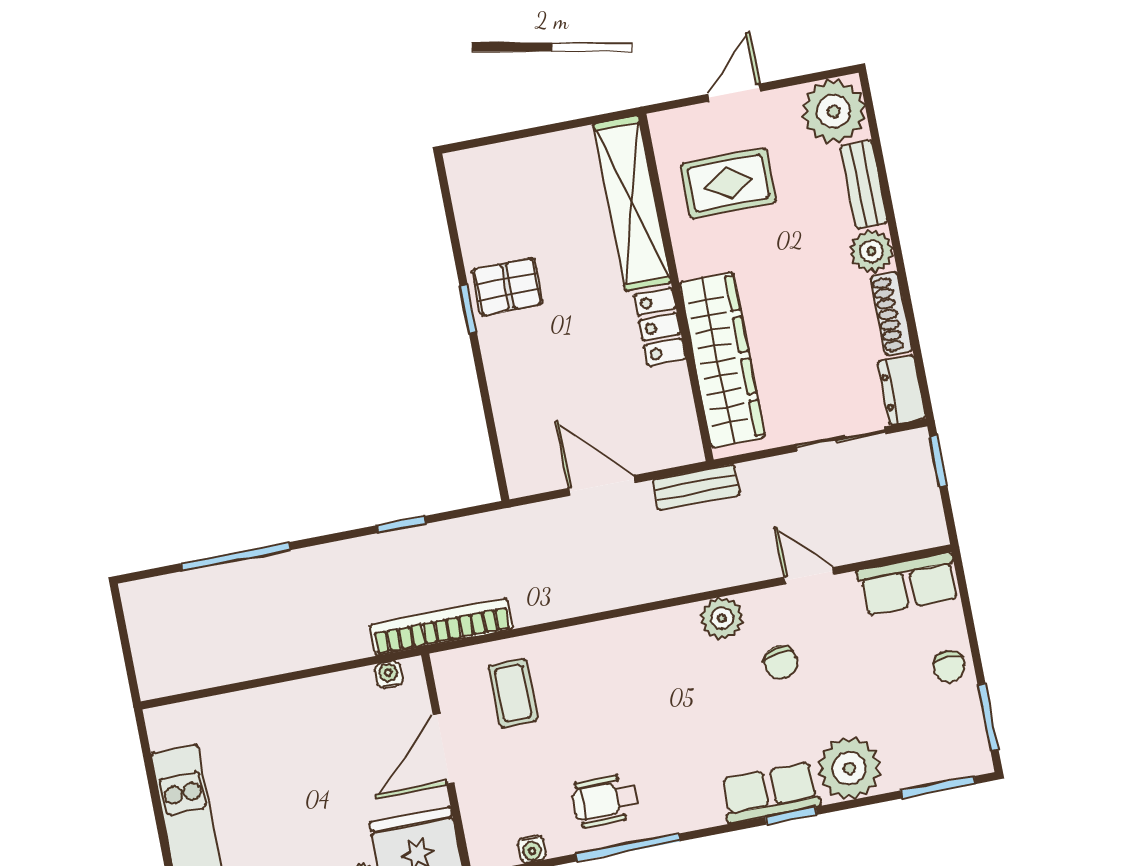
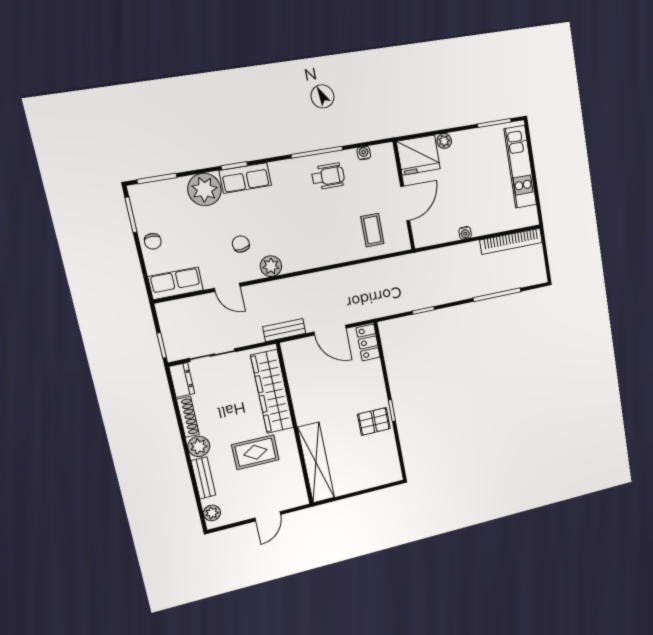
plant: (834, 111) -> (212, 513), width x0.53, depth x0.53
rug: (728, 183) -> (255, 452), moved
locker: (660, 327) -> (368, 342), moved, turned 180
bookcase: (441, 627) -> (511, 241), moved
chair: (949, 666) -> (153, 241), turned 180
water cooler: (388, 675) -> (465, 233), moved

